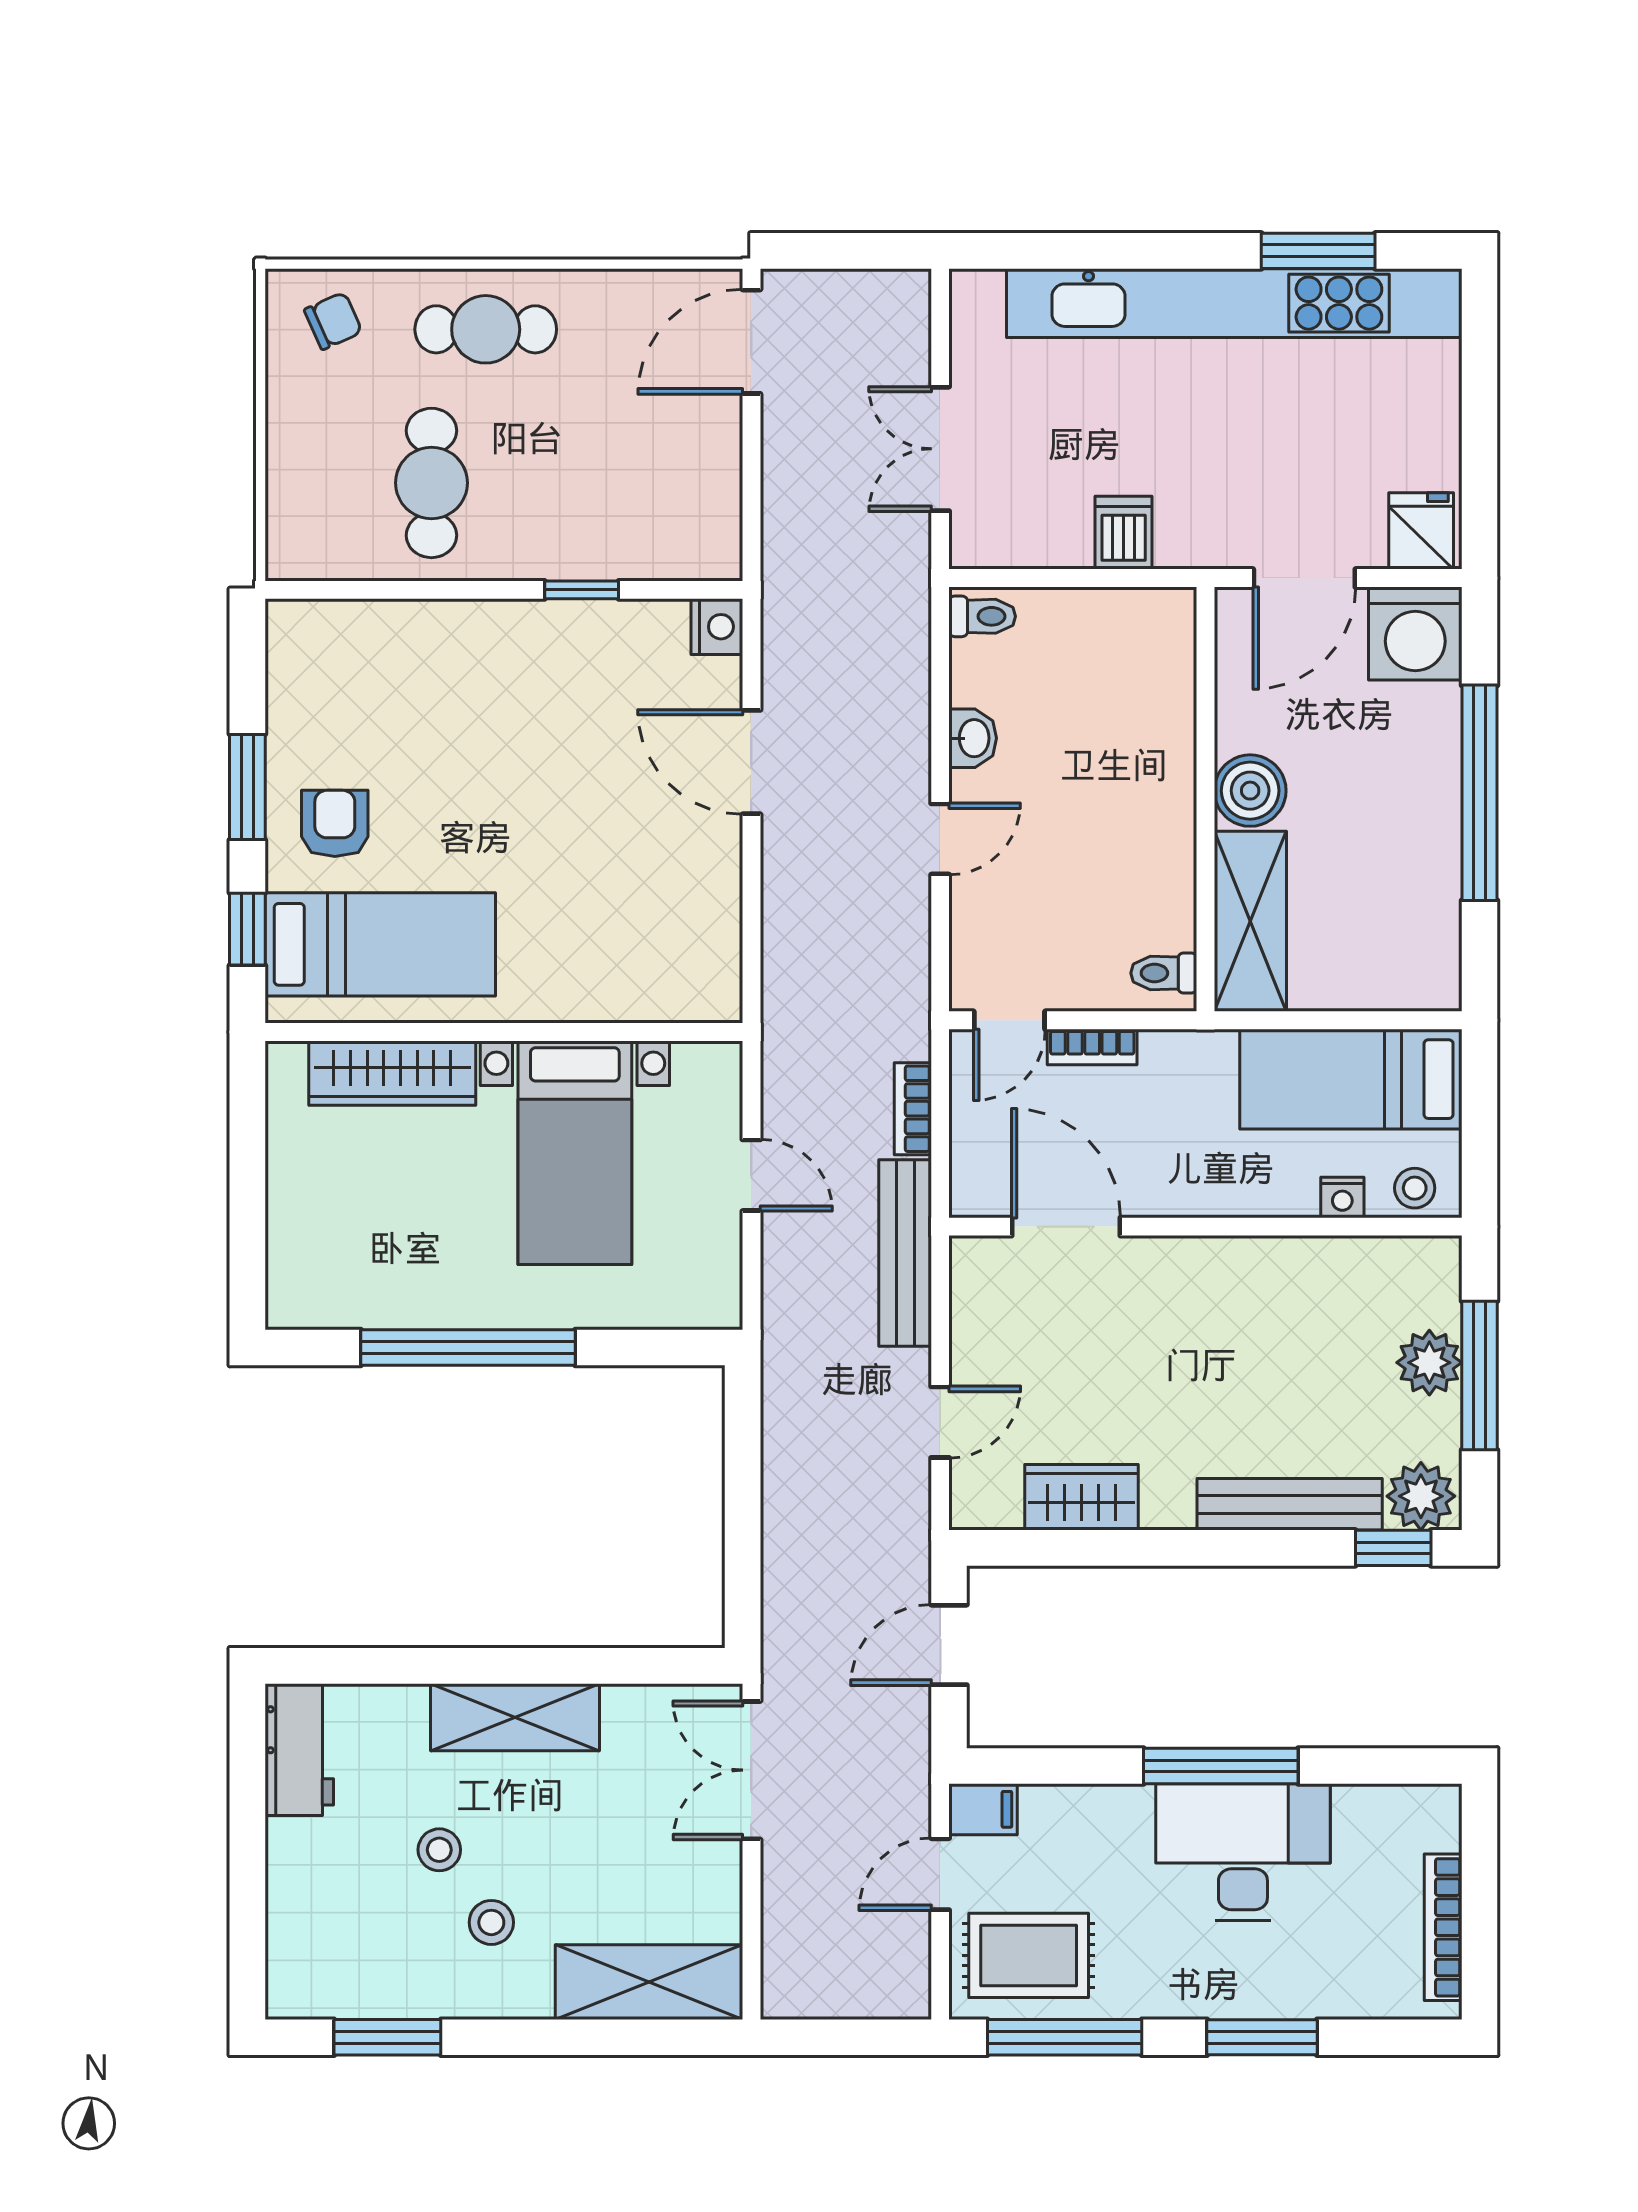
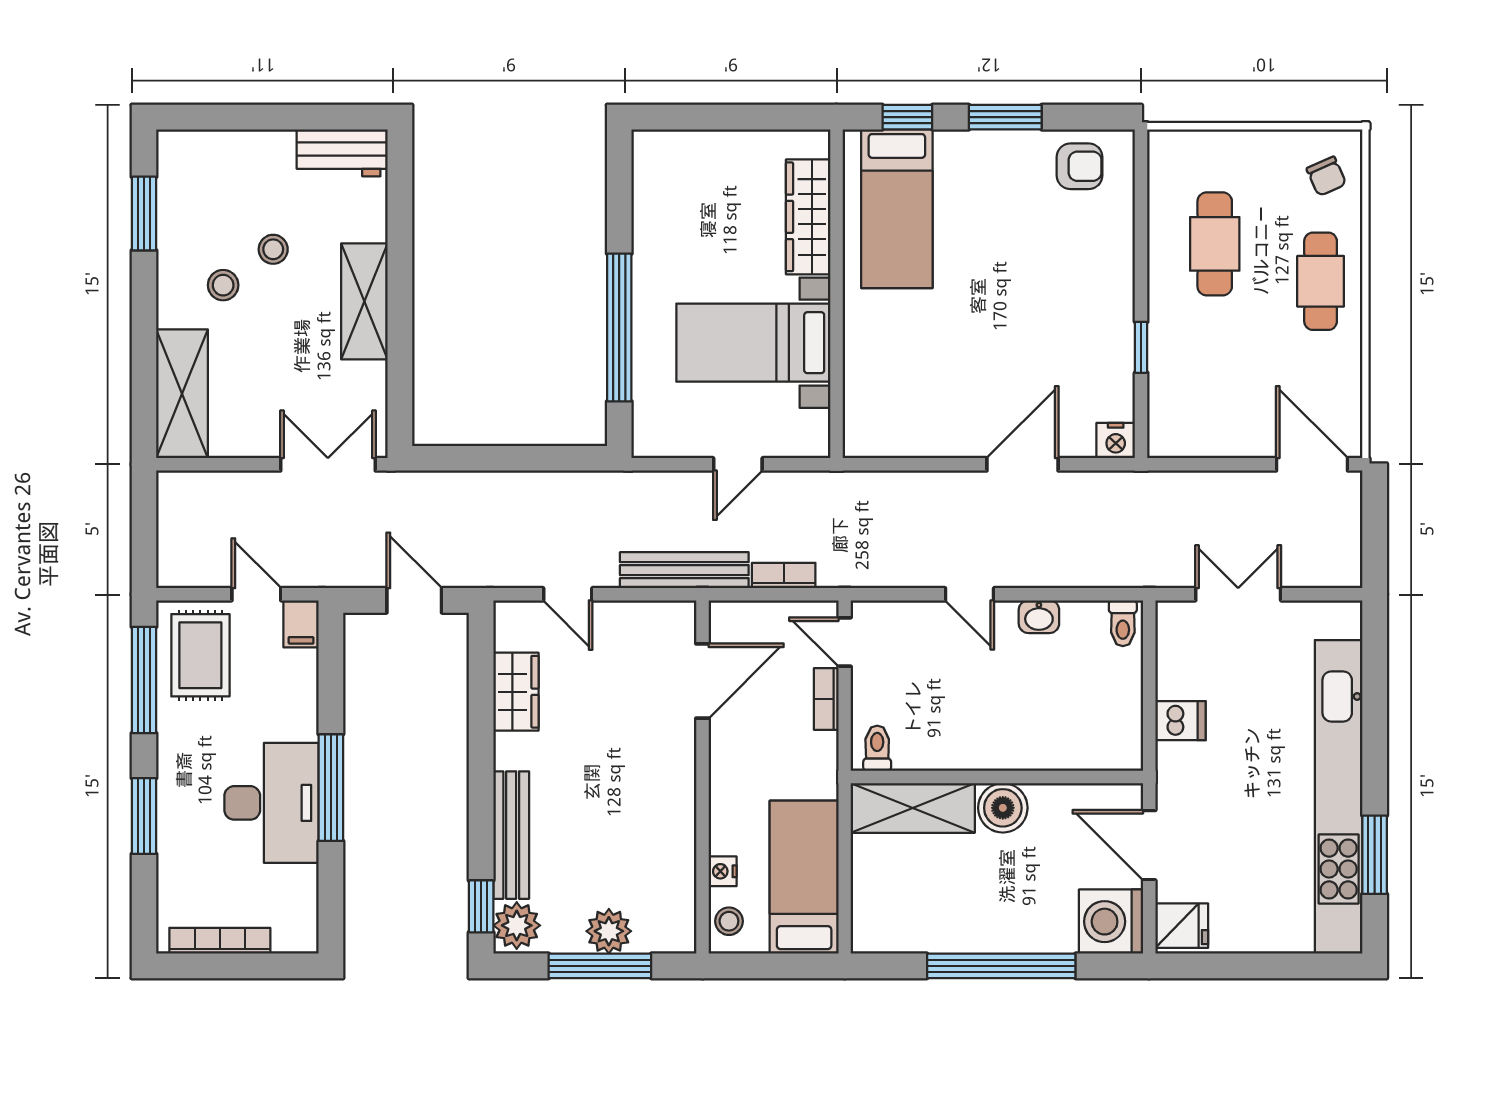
cafe table: (431, 483) -> (1215, 244), turned 90
armchair: (335, 823) -> (1080, 166), moved
window: (468, 1347) -> (619, 327), moved

